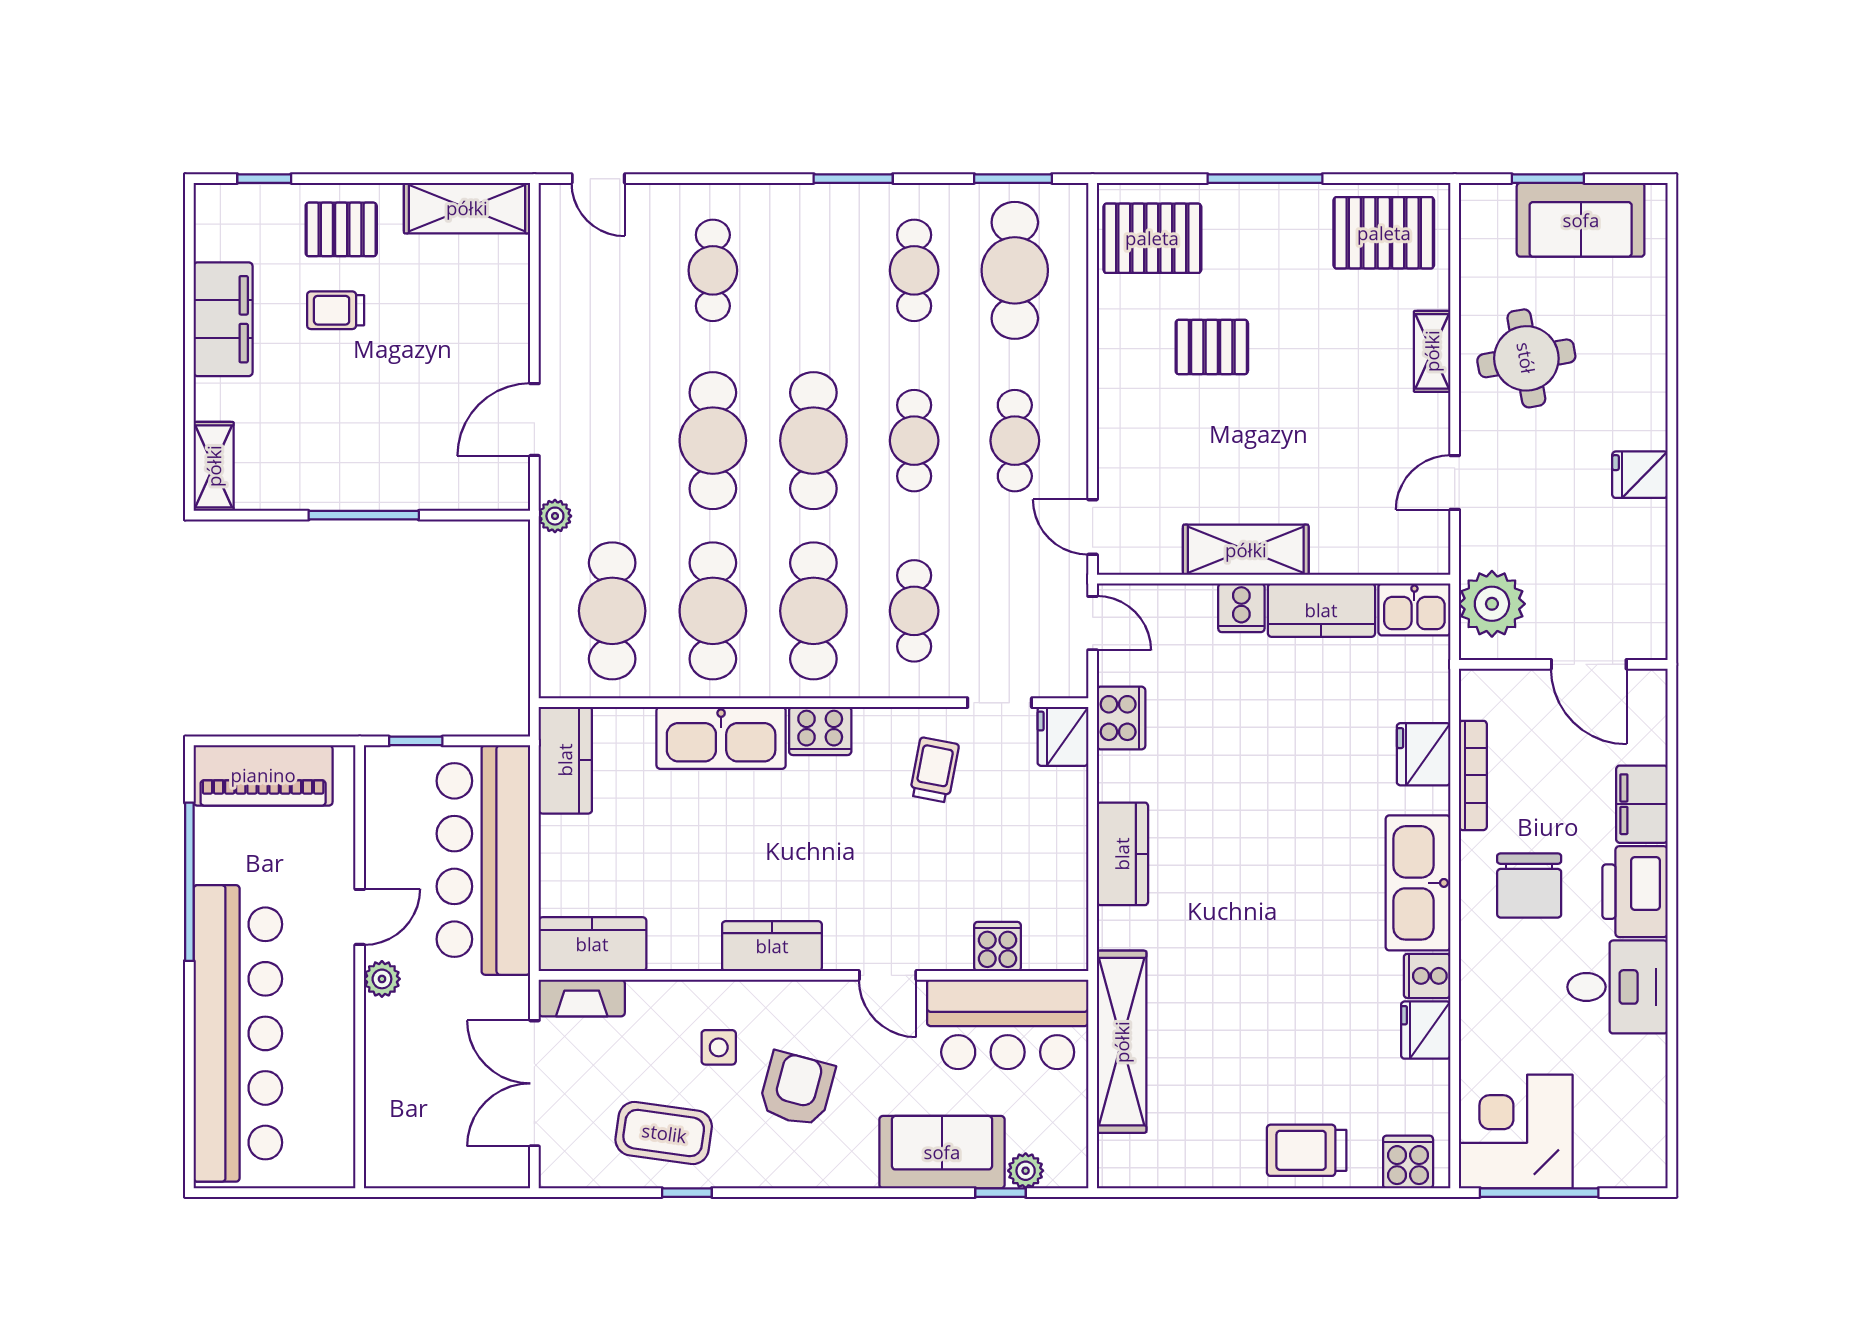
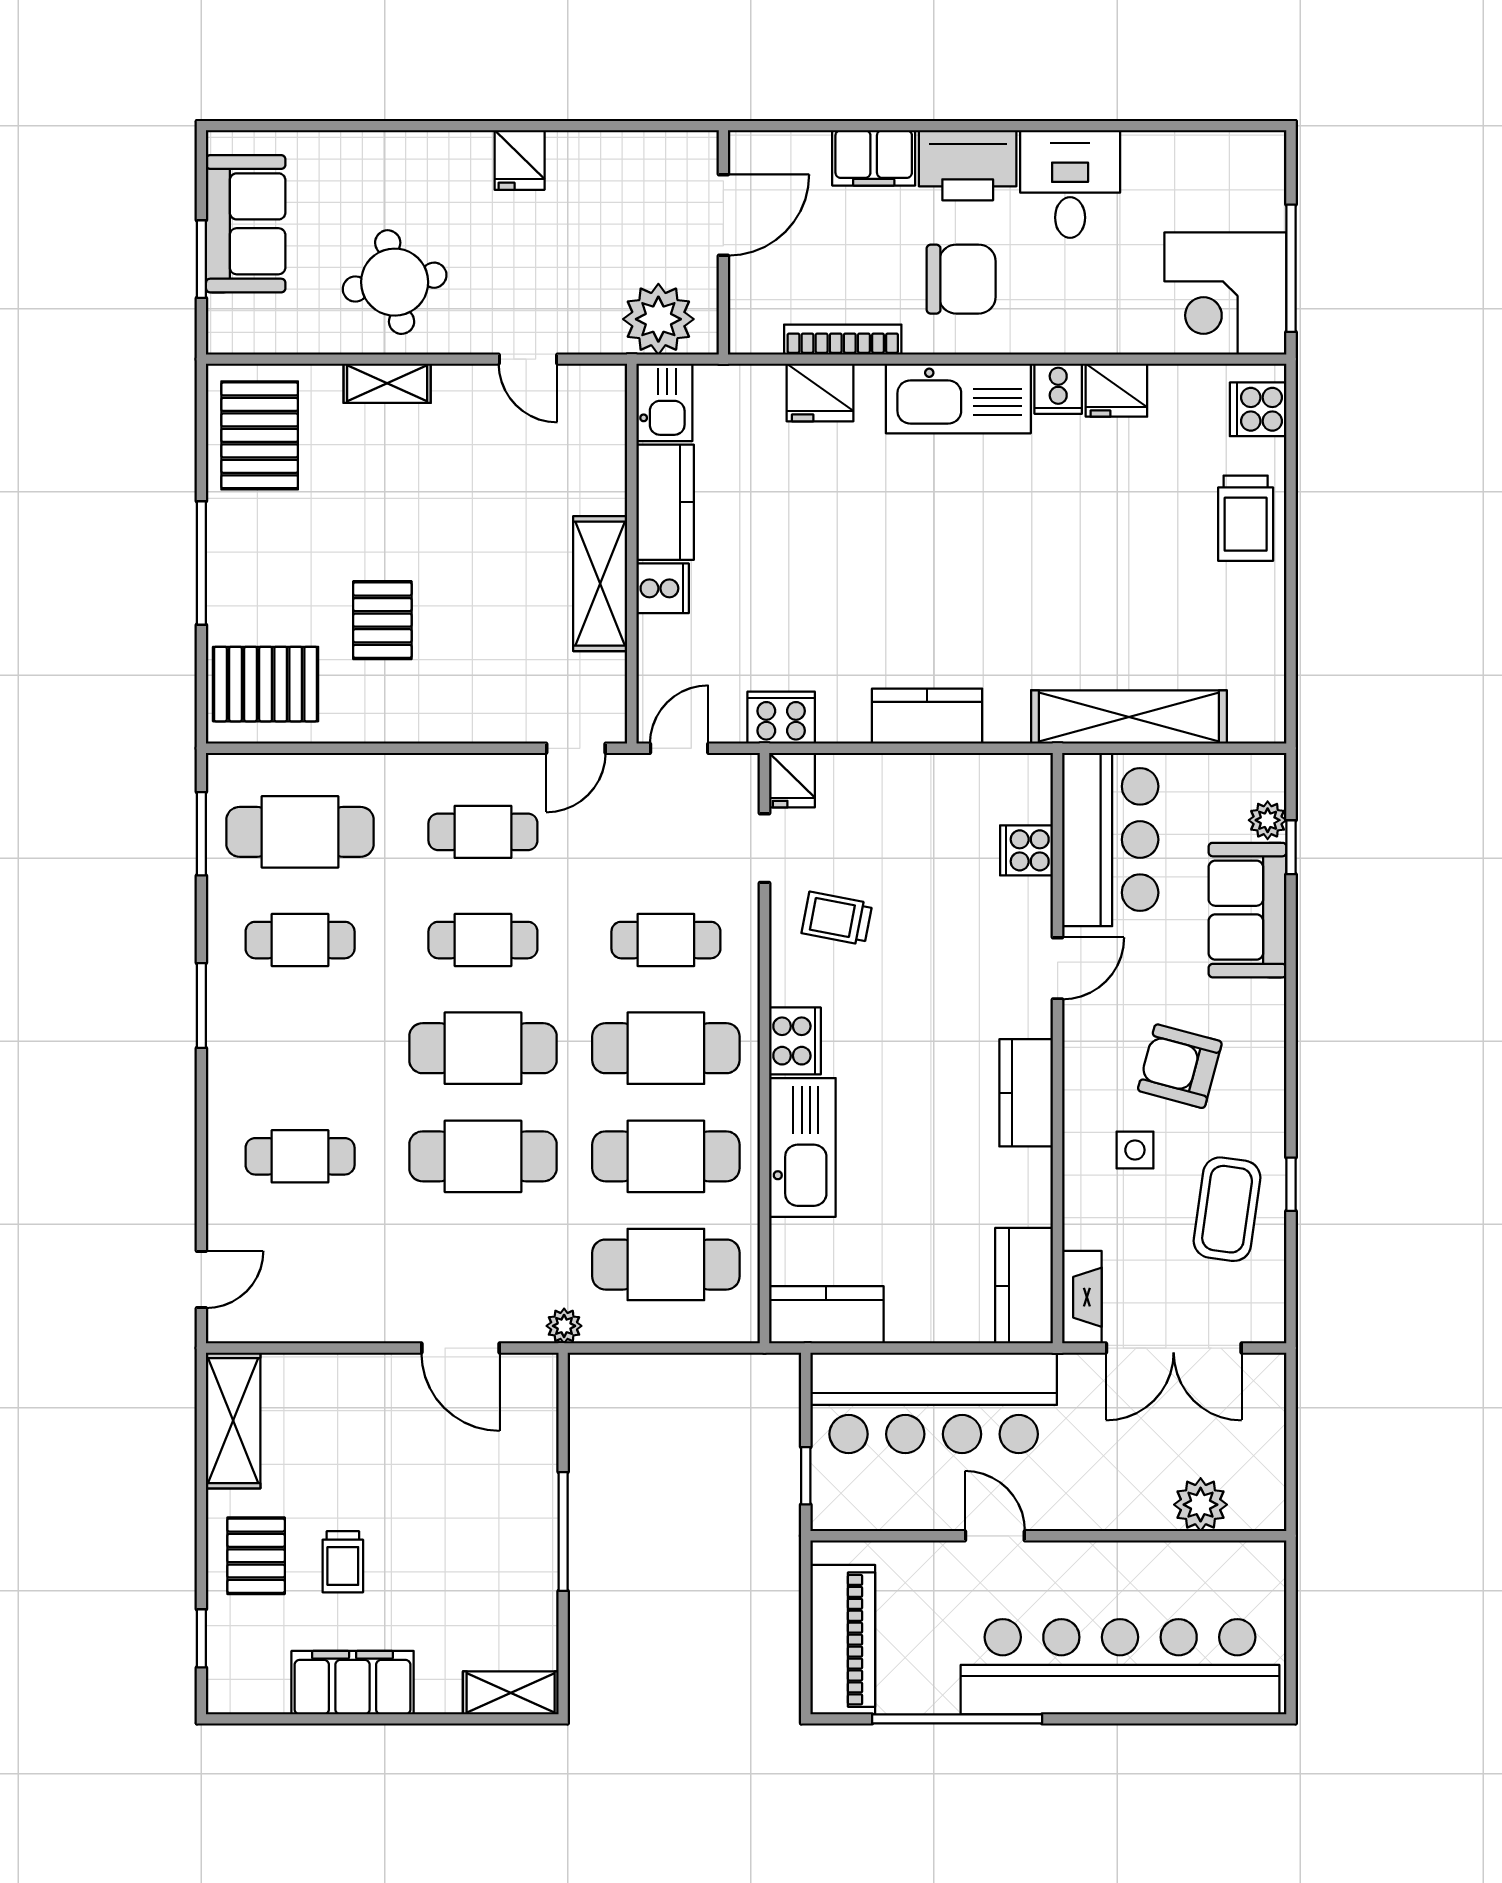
pallet: (1152, 238) -> (266, 684), turned 90
fridge: (1063, 736) -> (792, 780), width x0.72
plant: (382, 979) -> (1201, 1505), moved, width x1.38, depth x1.38

